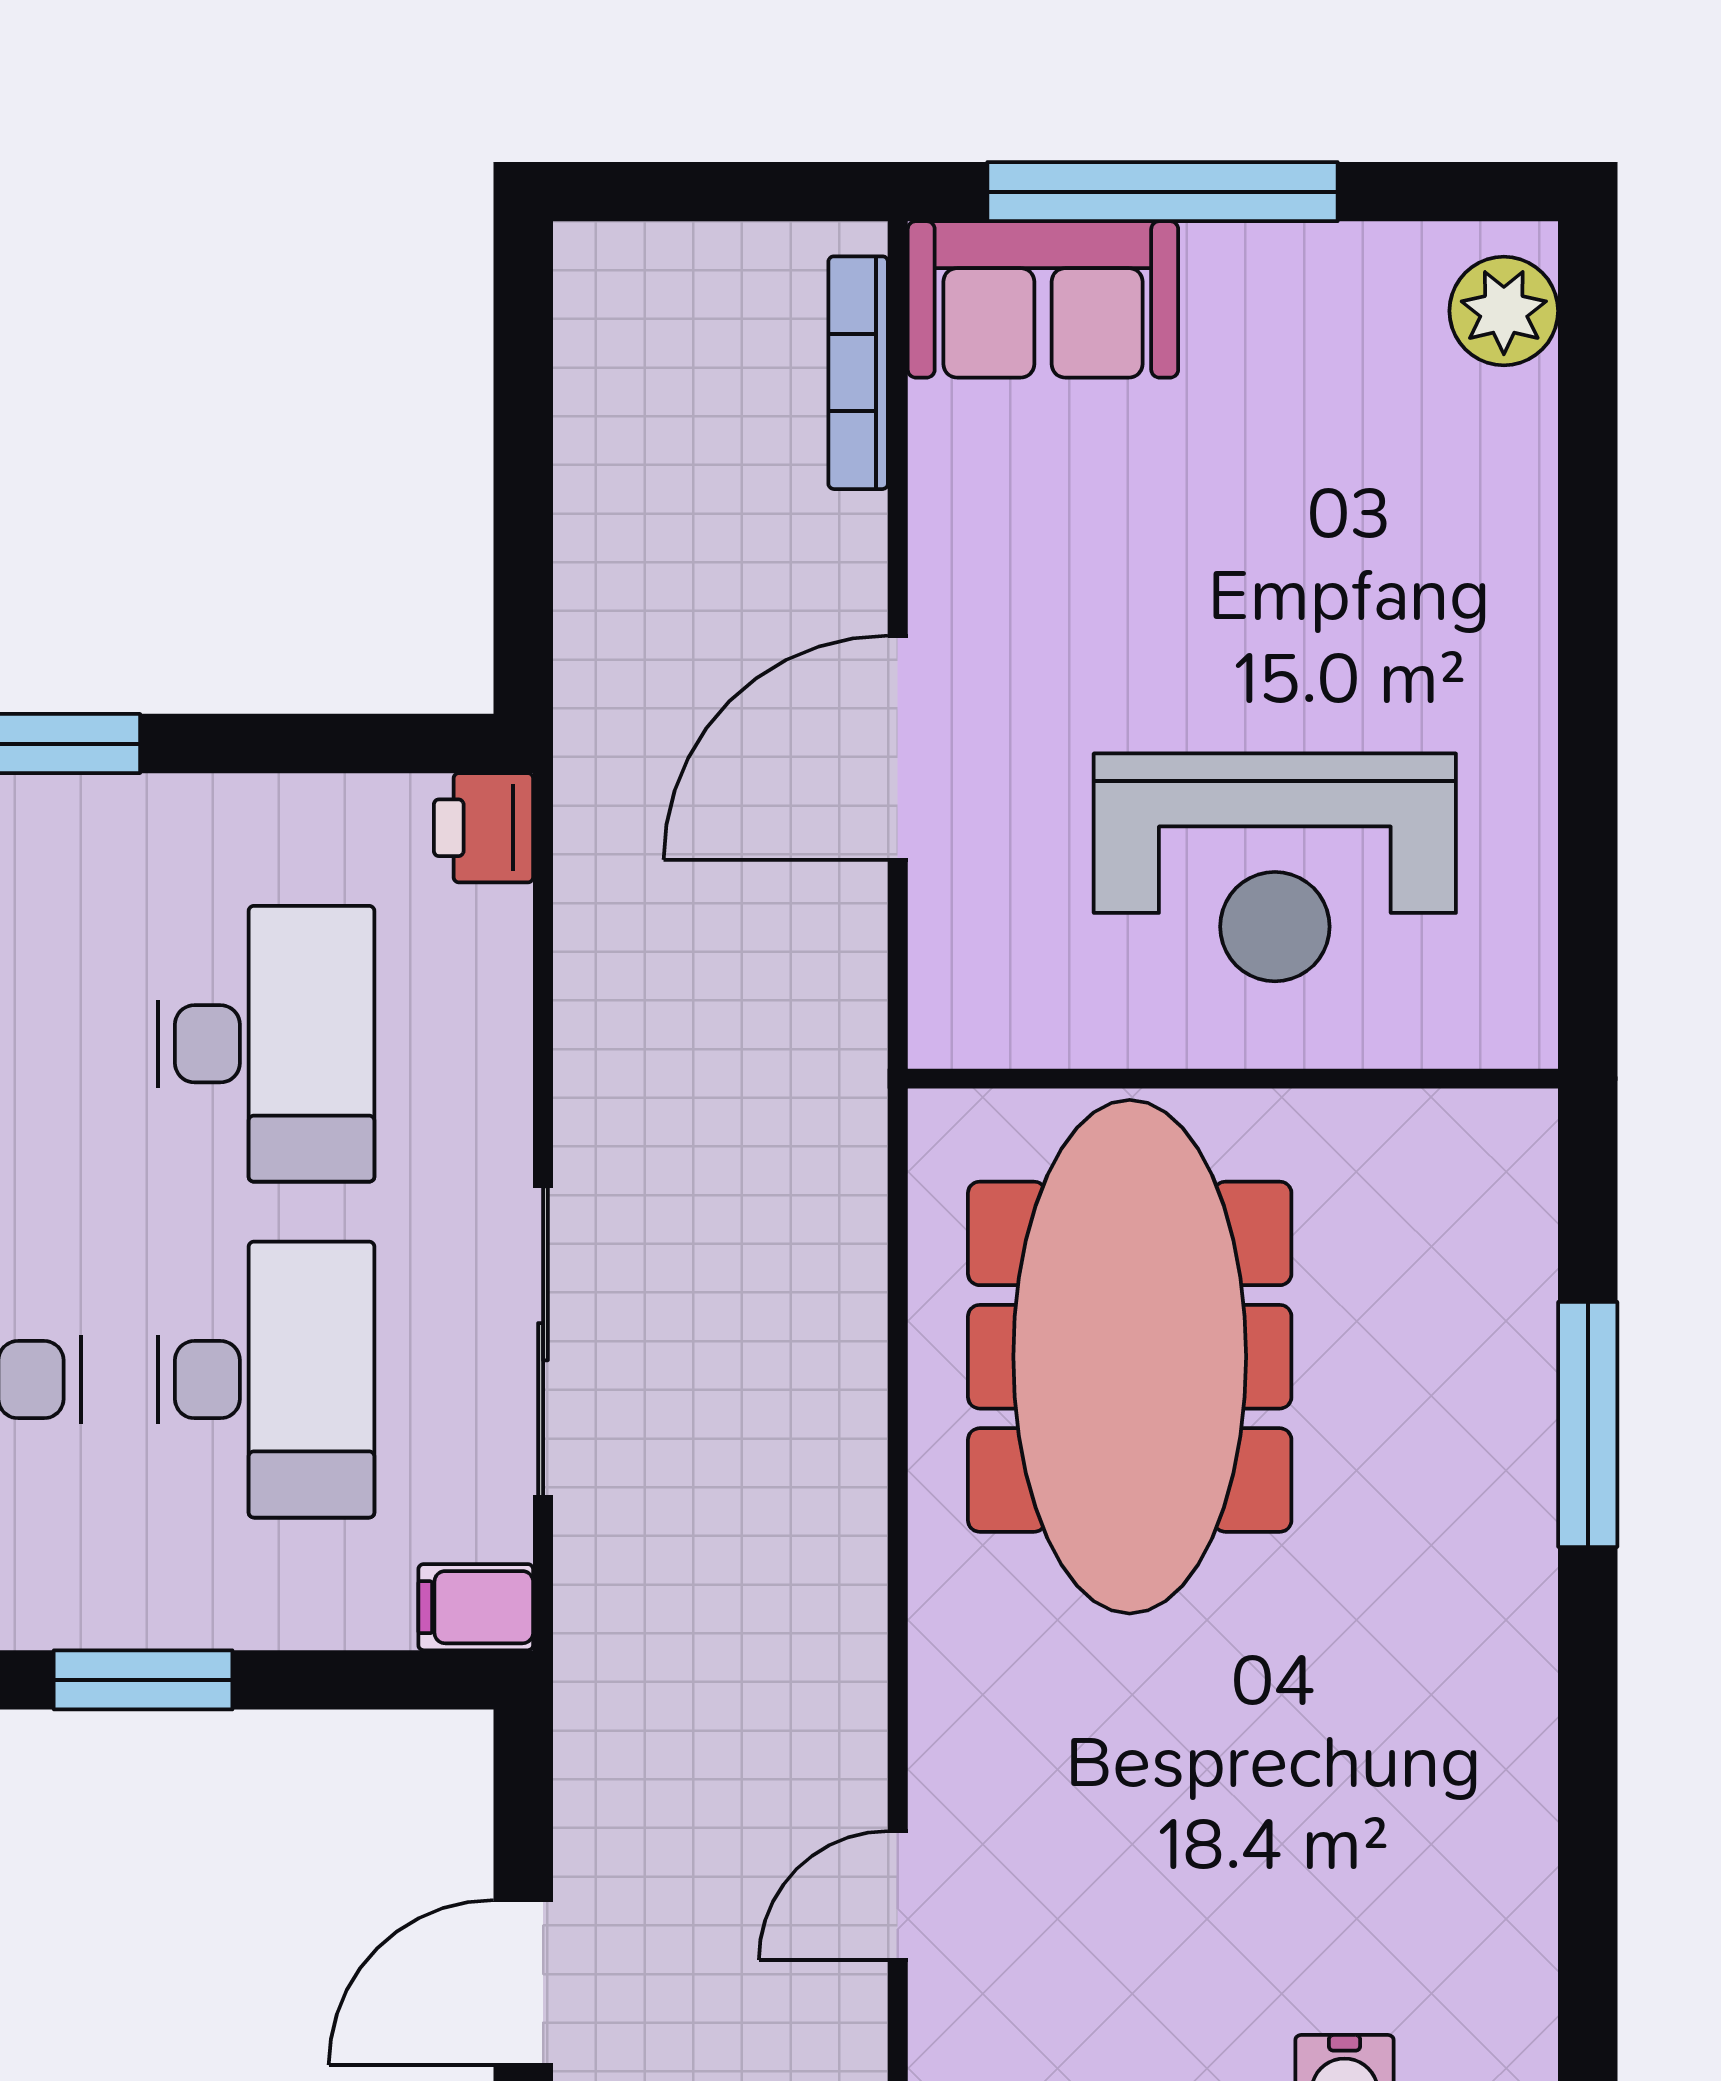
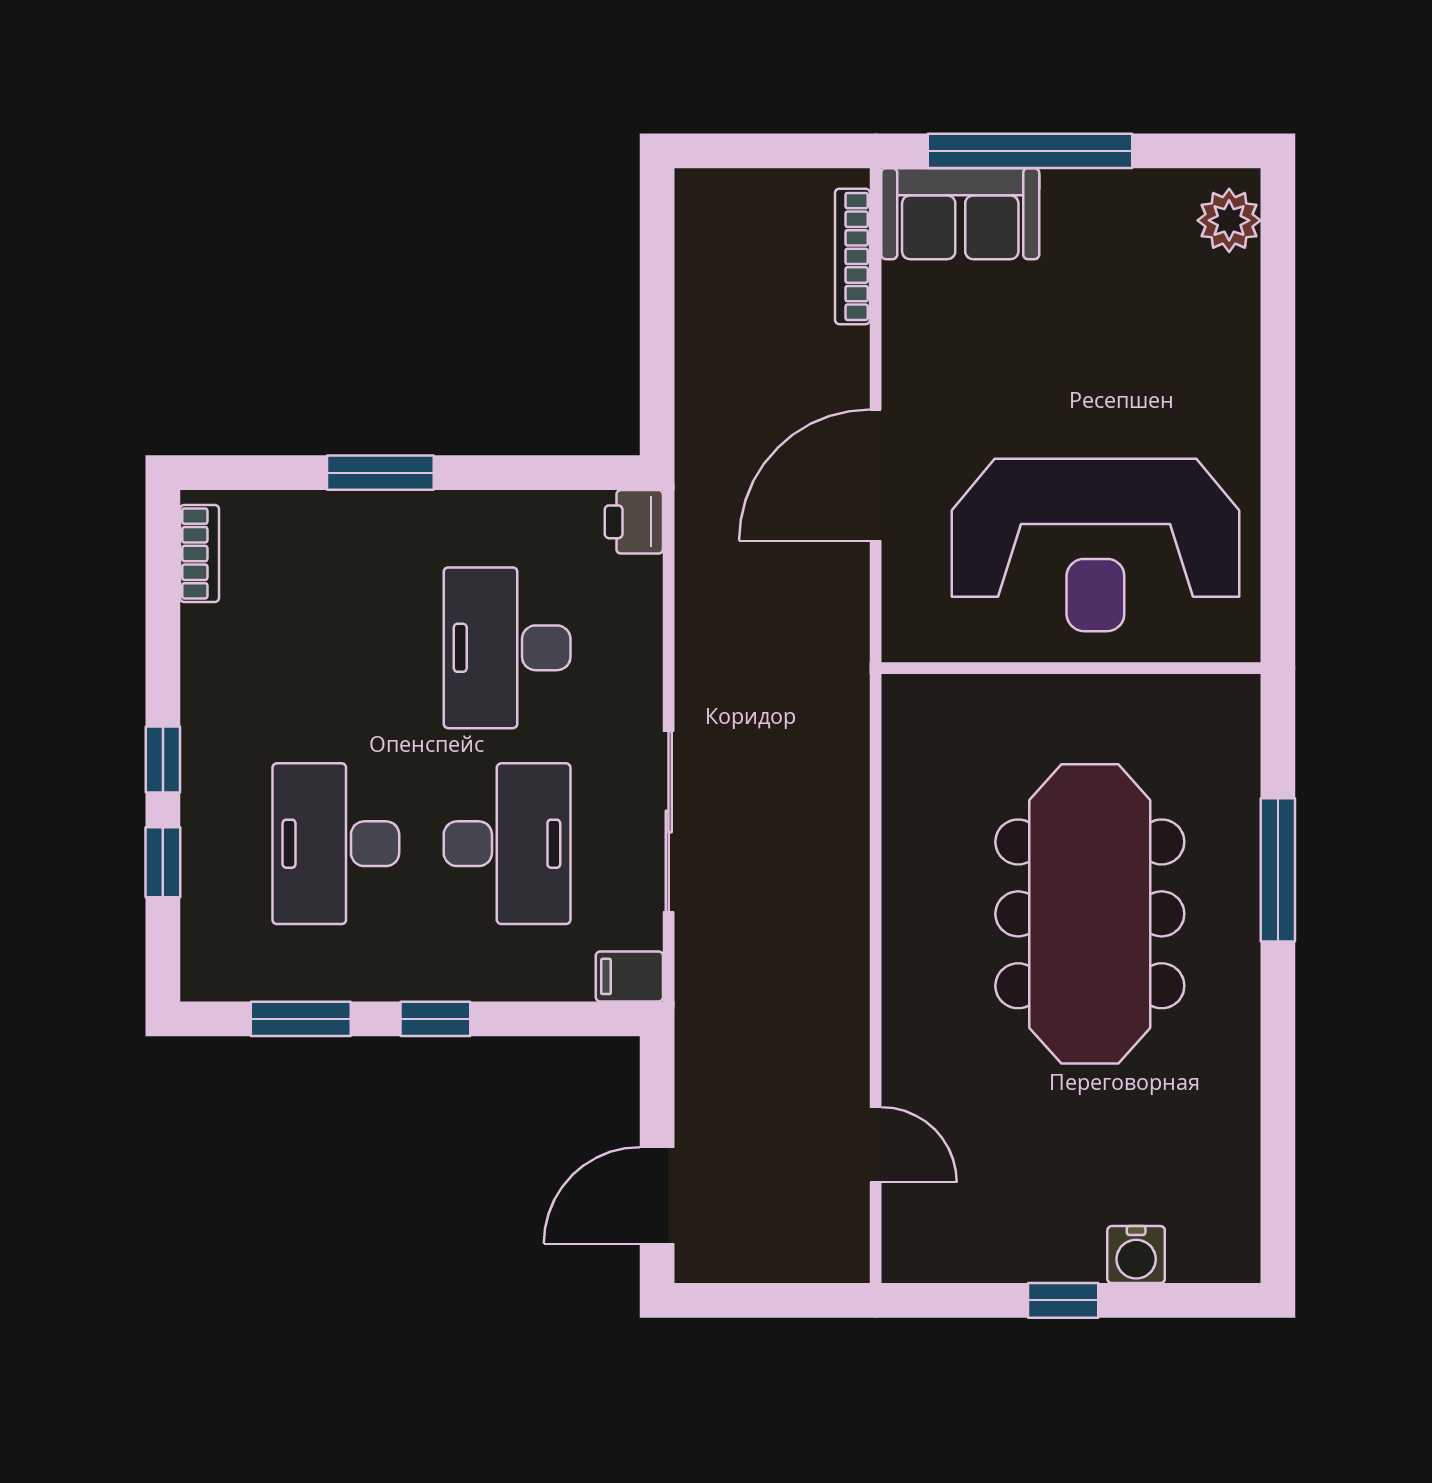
reception desk: (1275, 867) -> (1095, 545), width x1.36, depth x1.30
desk: (266, 1044) -> (507, 648), turned 180
meeting table: (1130, 1357) -> (1090, 914), moved
window: (143, 1680) -> (435, 1019), width x0.67
door: (898, 1896) -> (876, 1145), swing flipped

